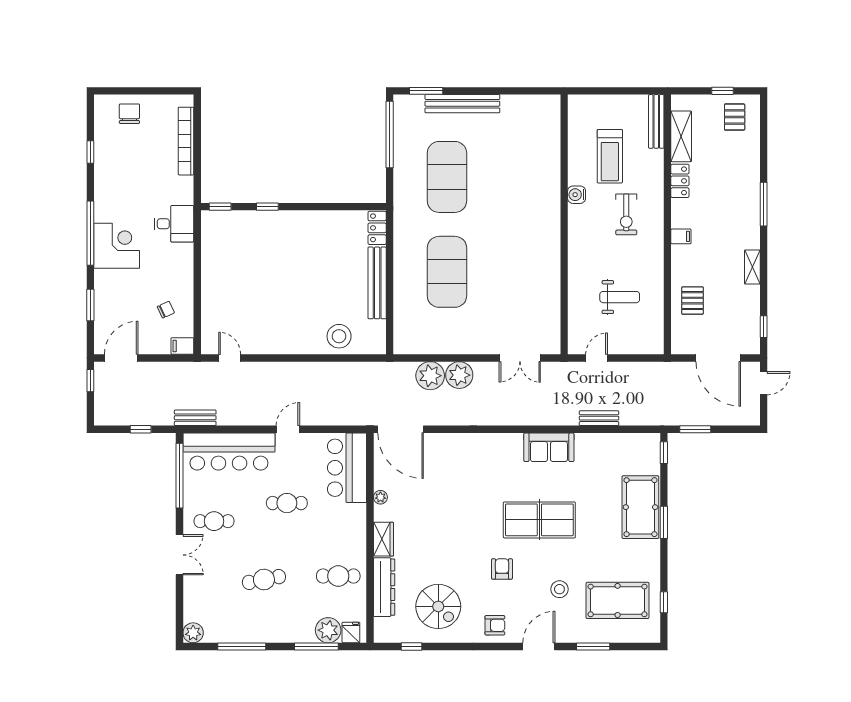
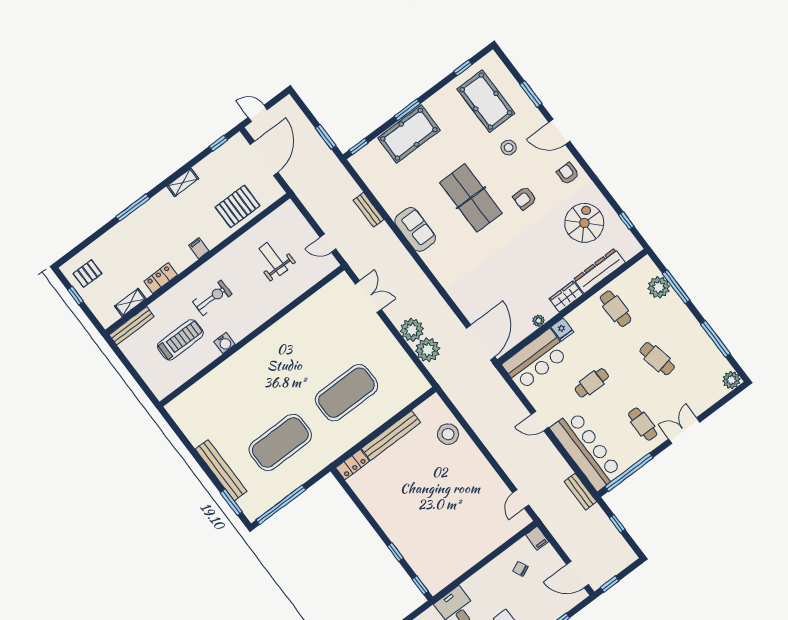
shelving: (681, 136) -> (130, 302), width x0.67, depth x0.75
pallet: (693, 301) -> (237, 206), width x1.50, depth x1.42
cafe table: (287, 503) -> (592, 383), turned 90
fridge: (351, 632) -> (562, 329), moved, turned -90

